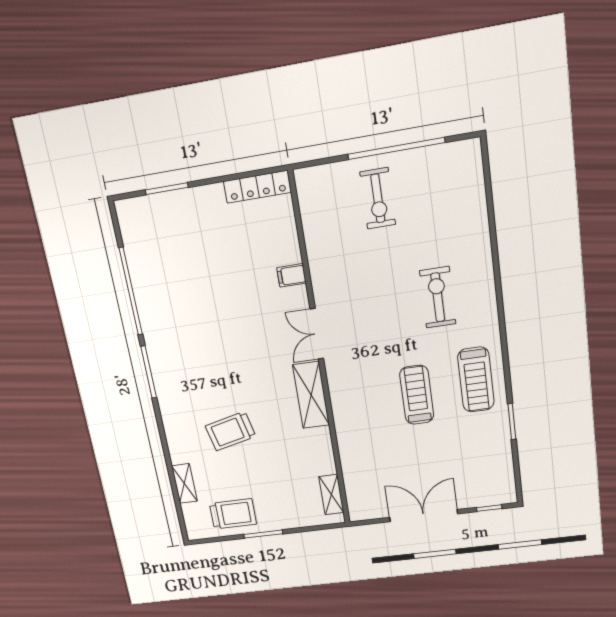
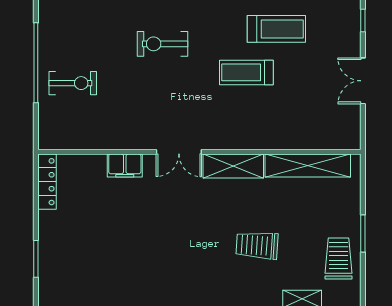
filing cabinet: (291, 275) -> (125, 166), width x2.00
treadmill: (476, 380) -> (276, 29), moved
trolley: (230, 431) -> (257, 245), turned 107
shelving: (331, 495) -> (308, 166), width x2.20, depth x1.33
double door: (423, 516) -> (363, 81), width x0.73

